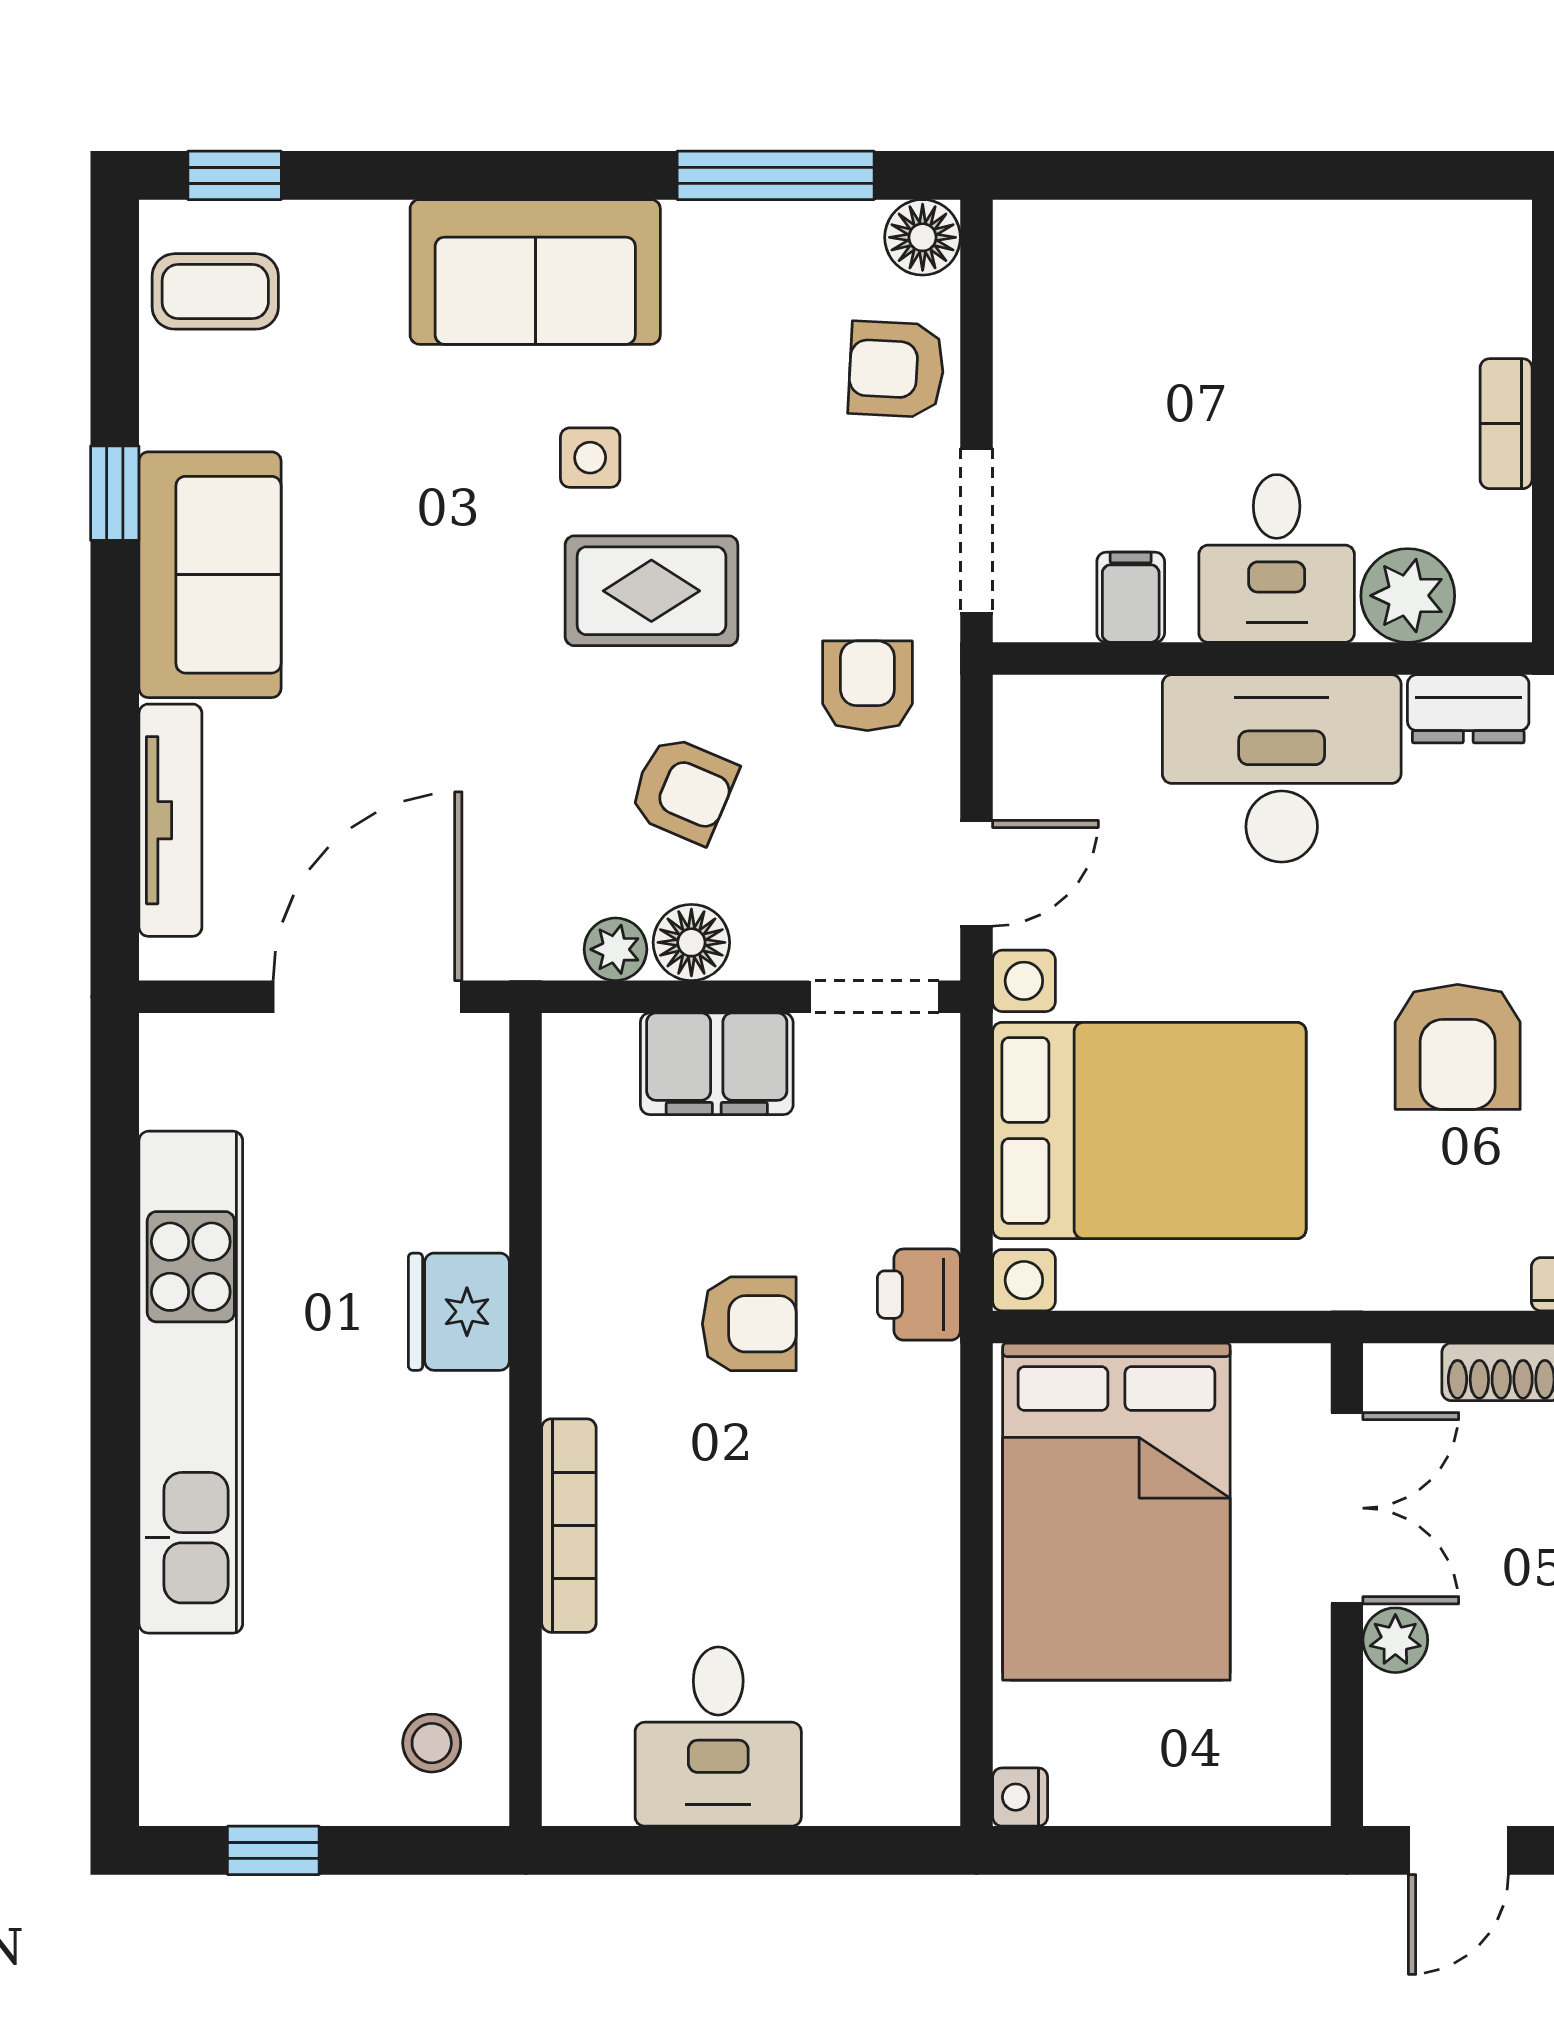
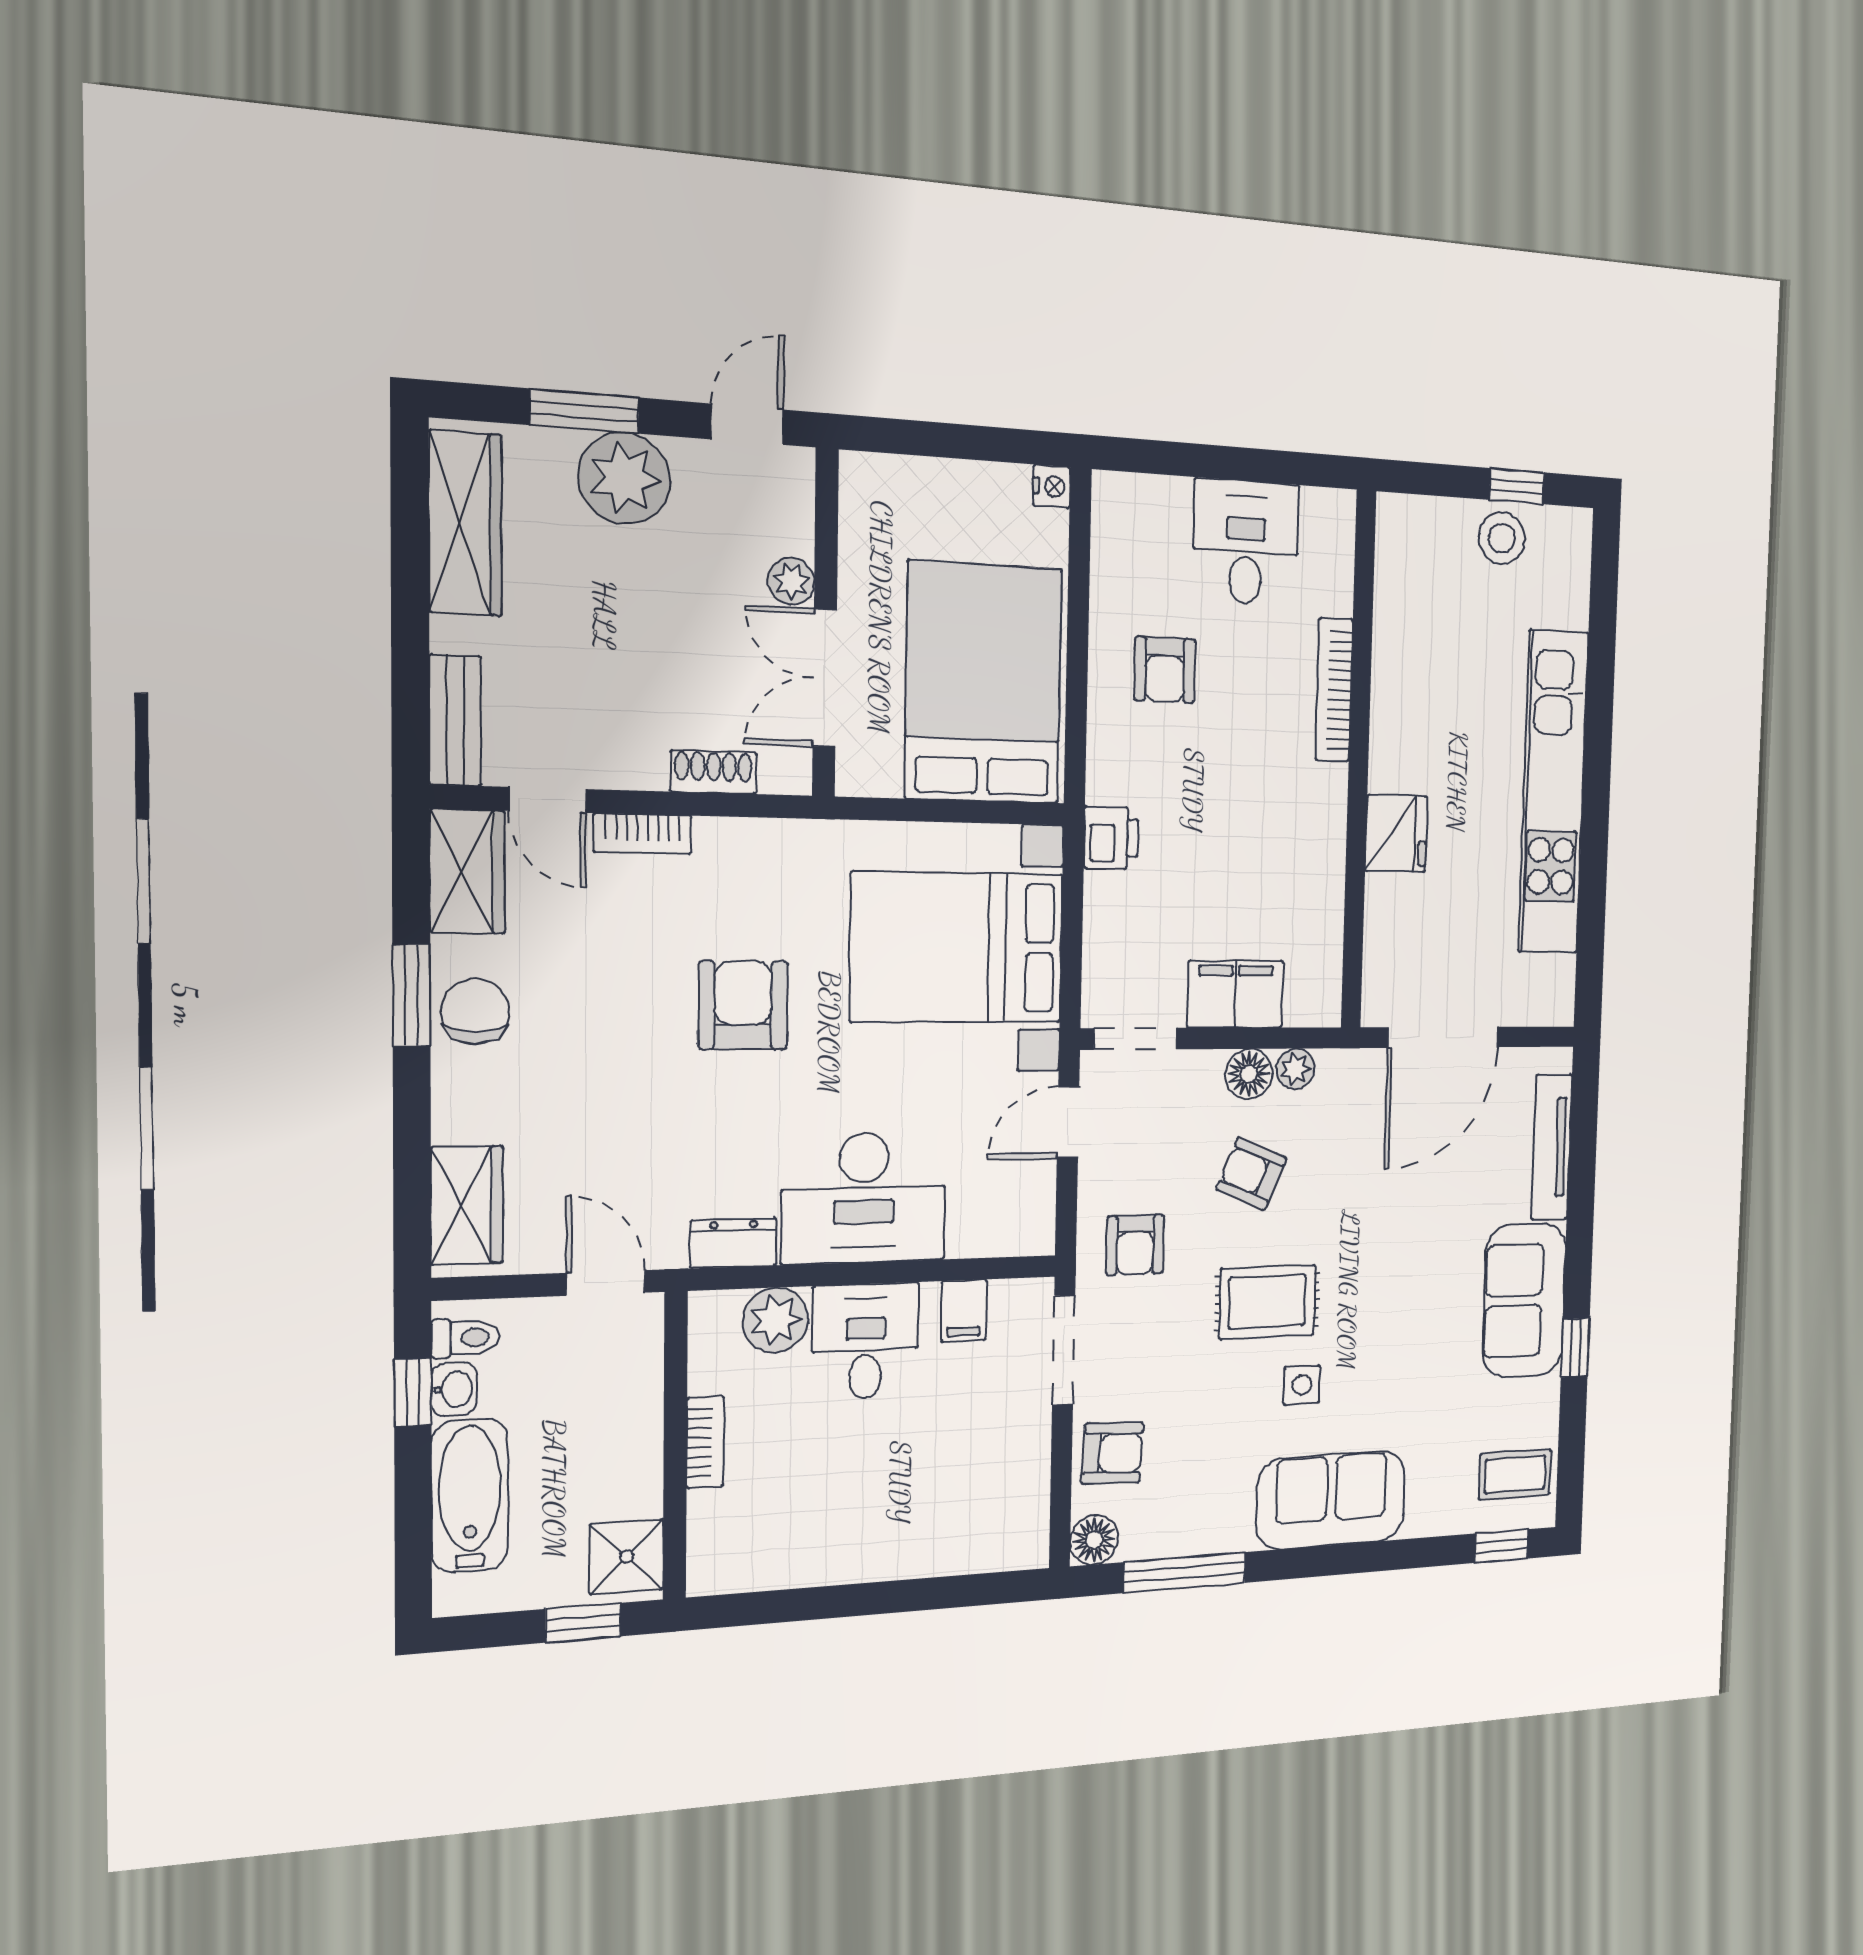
armchair: (749, 1324) -> (1165, 670), moved, turned -90
stool: (432, 1743) -> (1502, 538), moved, width x1.37, depth x1.37

